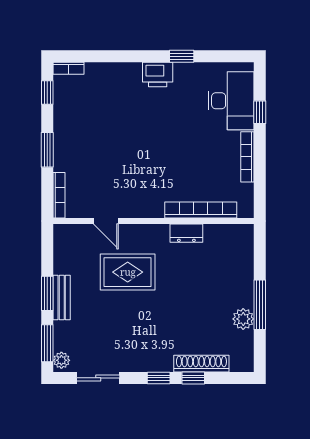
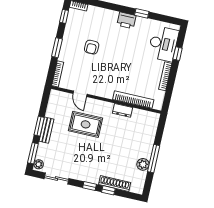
armchair: (107, 135) -> (92, 47), added

